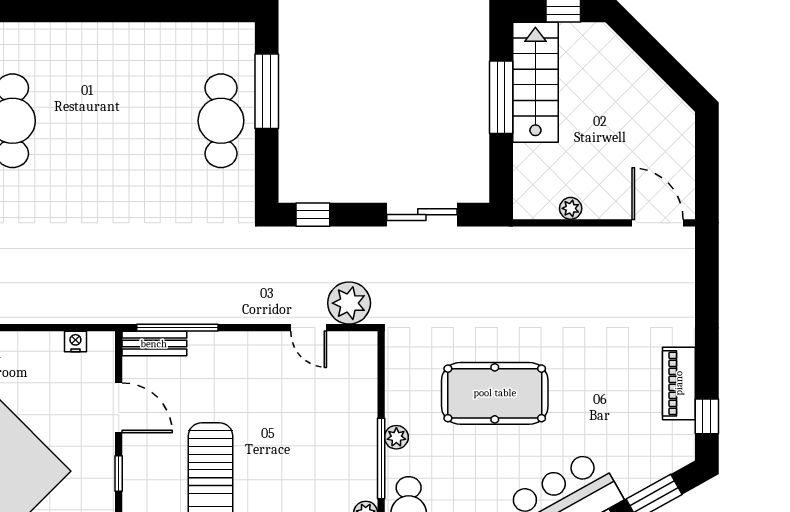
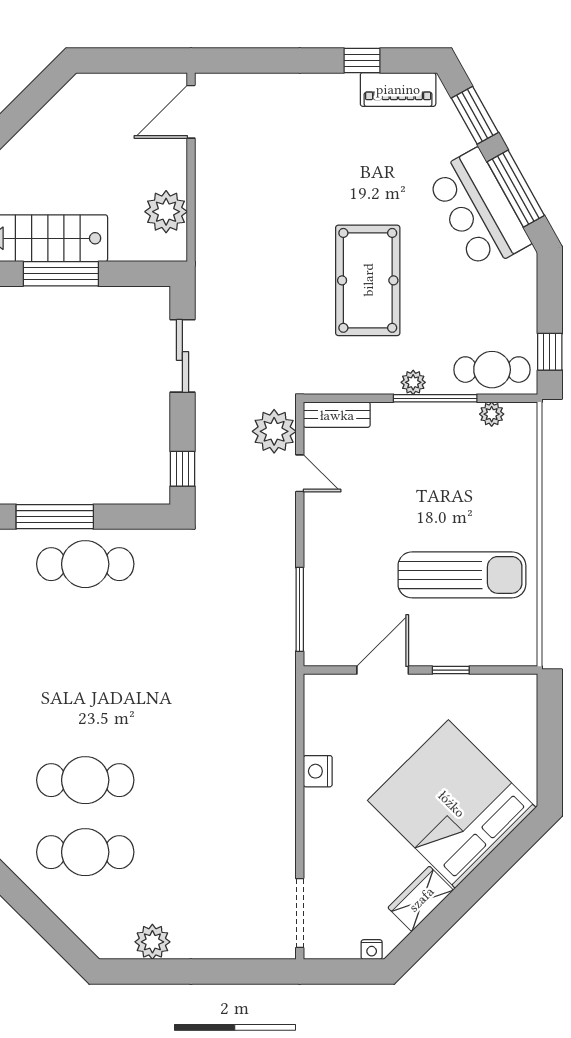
plant: (571, 208) -> (166, 212), width x1.88, depth x1.88
door: (309, 328) -> (300, 473), hinge flipped
nightstand: (75, 341) -> (318, 771), moved, width x1.39, depth x1.35
bench: (154, 344) -> (337, 415), moved, turned 90
piano: (679, 383) -> (398, 89), moved
window: (707, 416) -> (362, 61), moved

